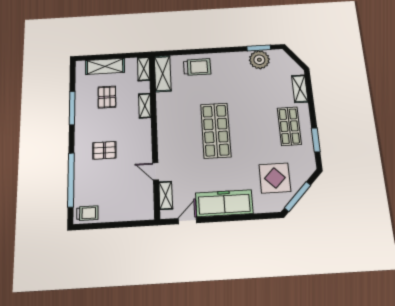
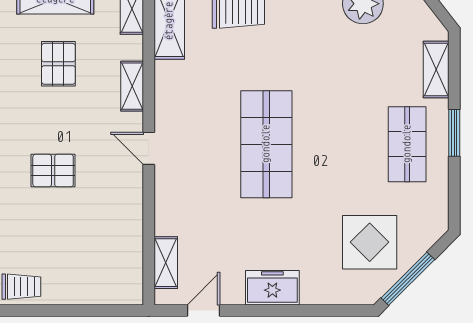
window: (316, 140) -> (454, 133), moved
door: (156, 171) -> (149, 148), moved
freezer: (224, 203) -> (272, 288), width x0.52, depth x0.79

